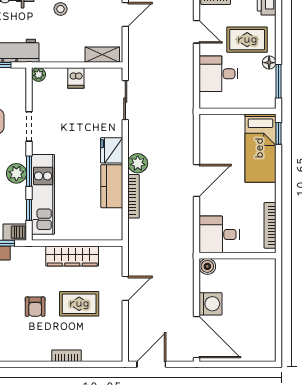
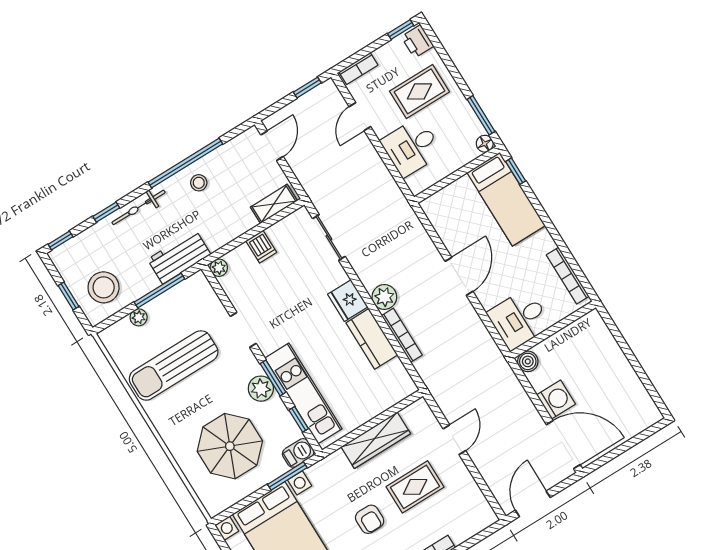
door: (197, 32) -> (360, 117), swing flipped
floor lamp: (269, 63) -> (485, 144), moved

